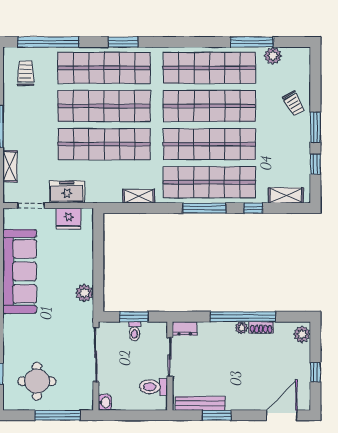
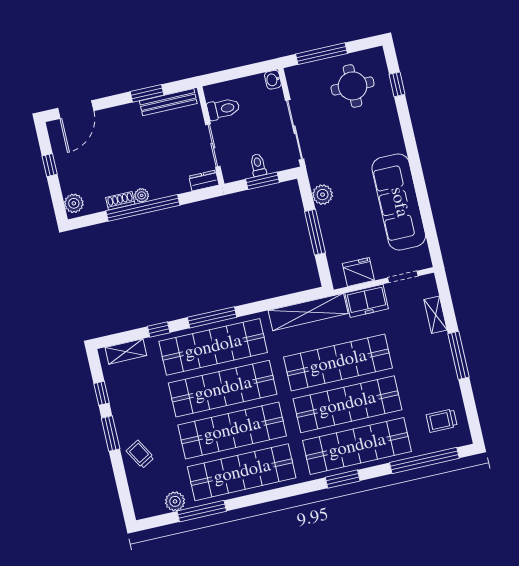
trolley: (26, 73) -> (442, 421), turned 90
shelving: (139, 196) -> (308, 312), width x2.20, depth x1.33
window: (98, 262) -> (315, 232), added

